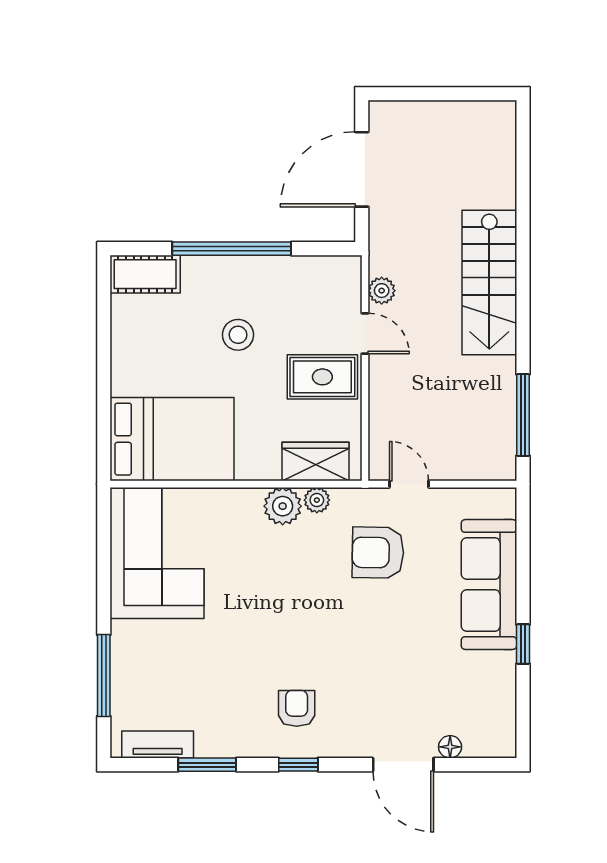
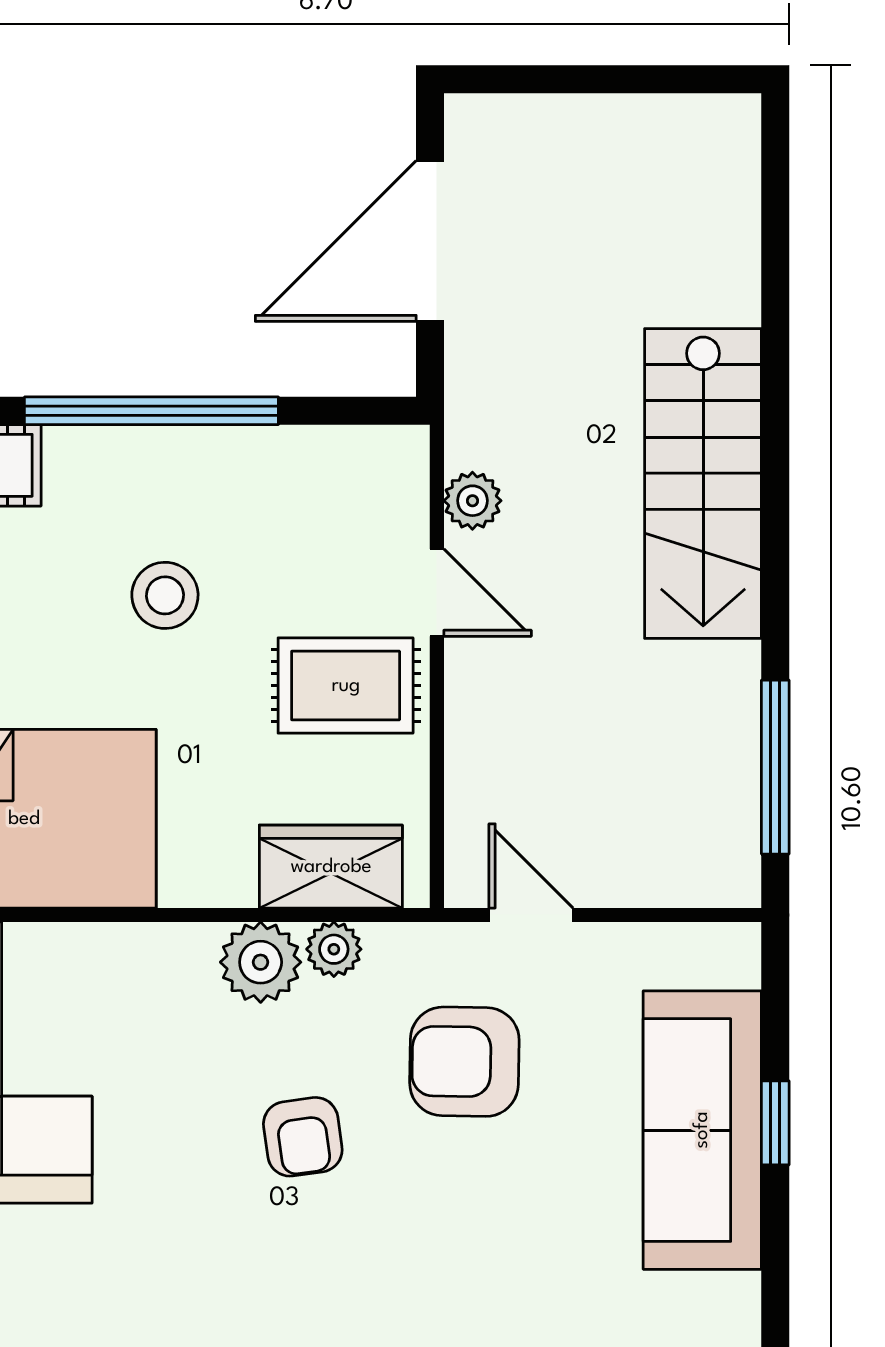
armchair: (302, 588) -> (303, 1137), added
window: (523, 644) -> (775, 1123), moved

